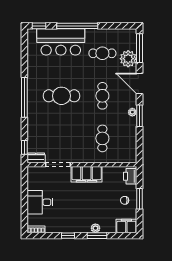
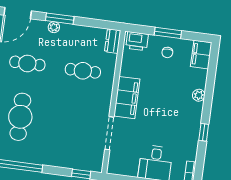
dresser: (36, 158) -> (113, 41), moved
window: (97, 236) -> (209, 95), removed

